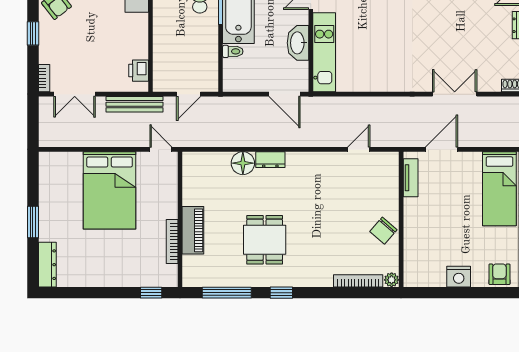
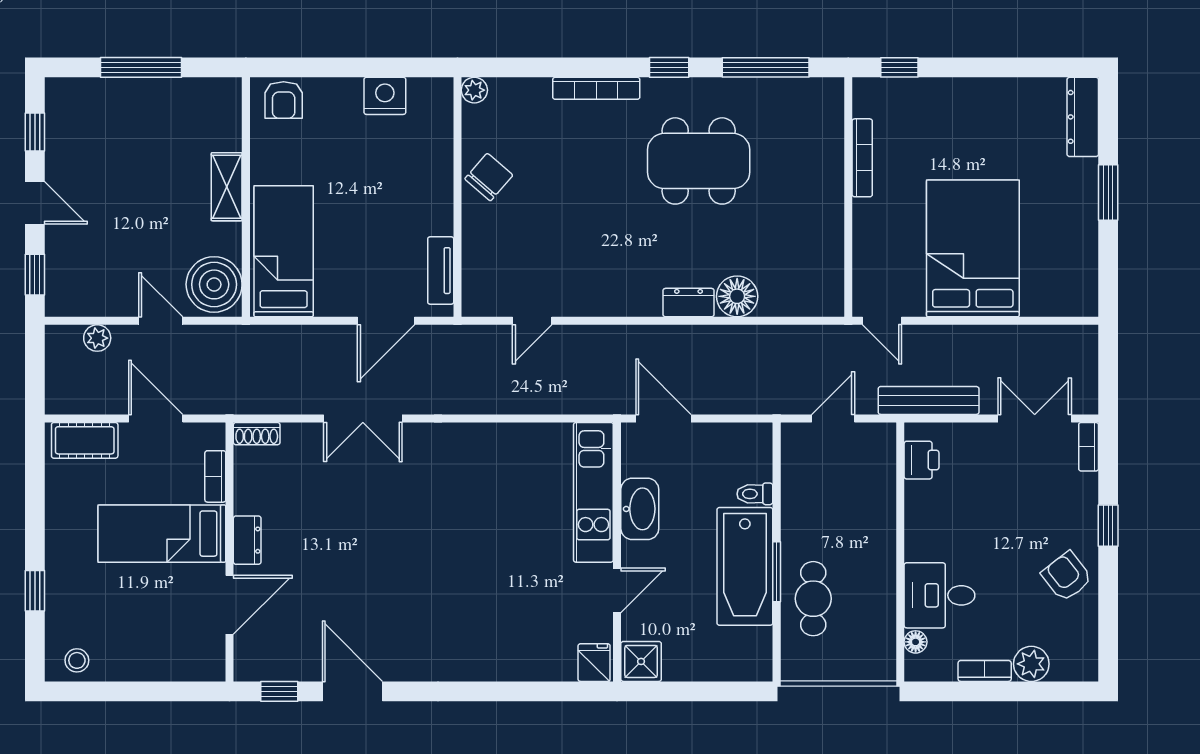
piano: (193, 230) -> (825, 178), removed
dining table: (265, 240) -> (699, 161), width x1.38
nightstand: (459, 277) -> (385, 96), moved
bookcase: (358, 281) -> (596, 88), moved

